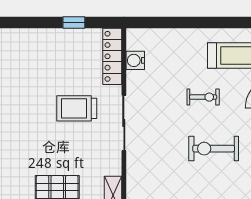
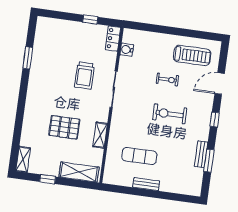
locker: (112, 56) -> (113, 39), width x0.66
trolley: (77, 108) -> (84, 75), turned -90

